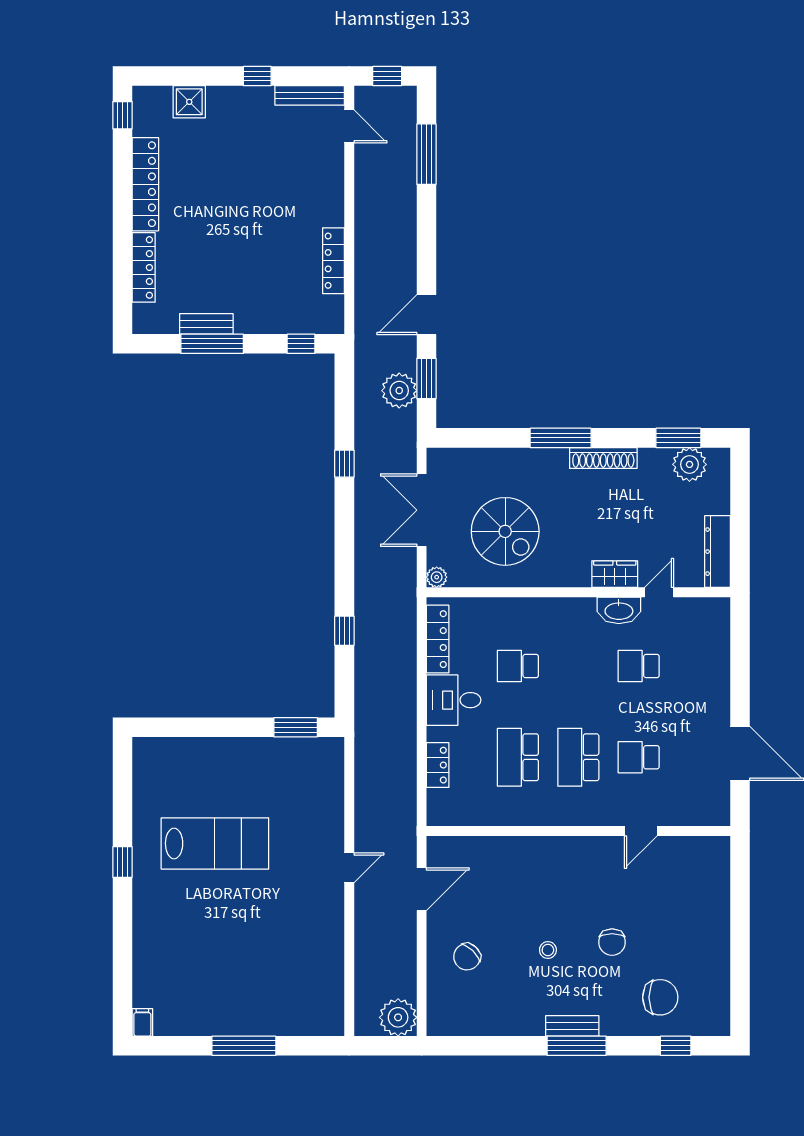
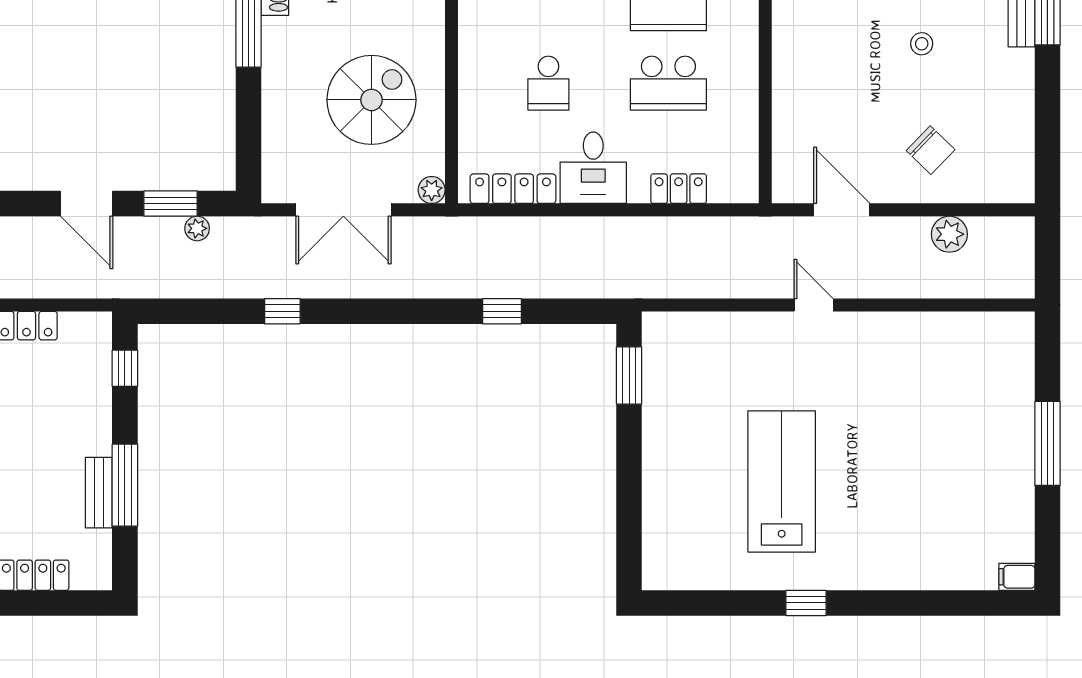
plant: (399, 391) -> (197, 228), width x0.53, depth x0.53
plant: (398, 1017) -> (949, 234), moved, width x0.73, depth x0.73

